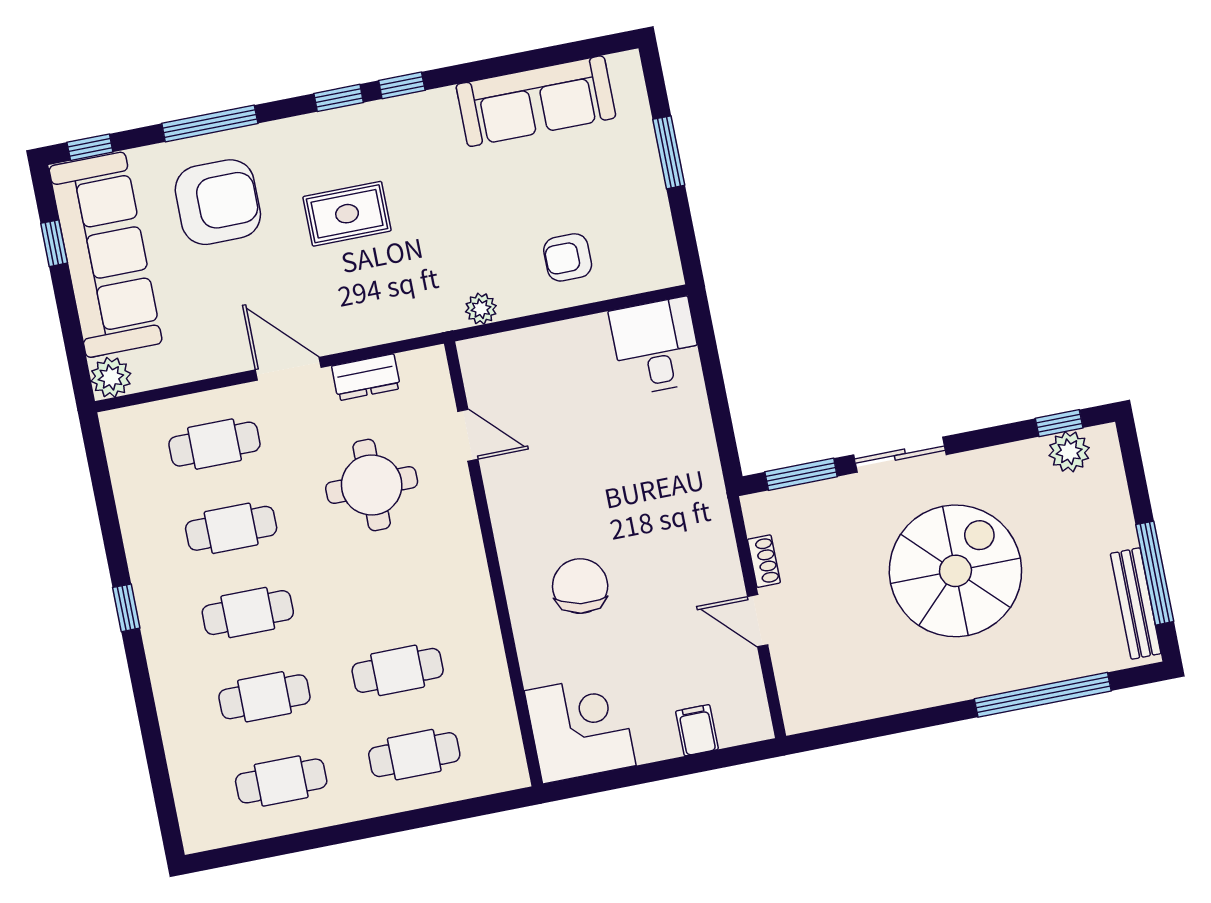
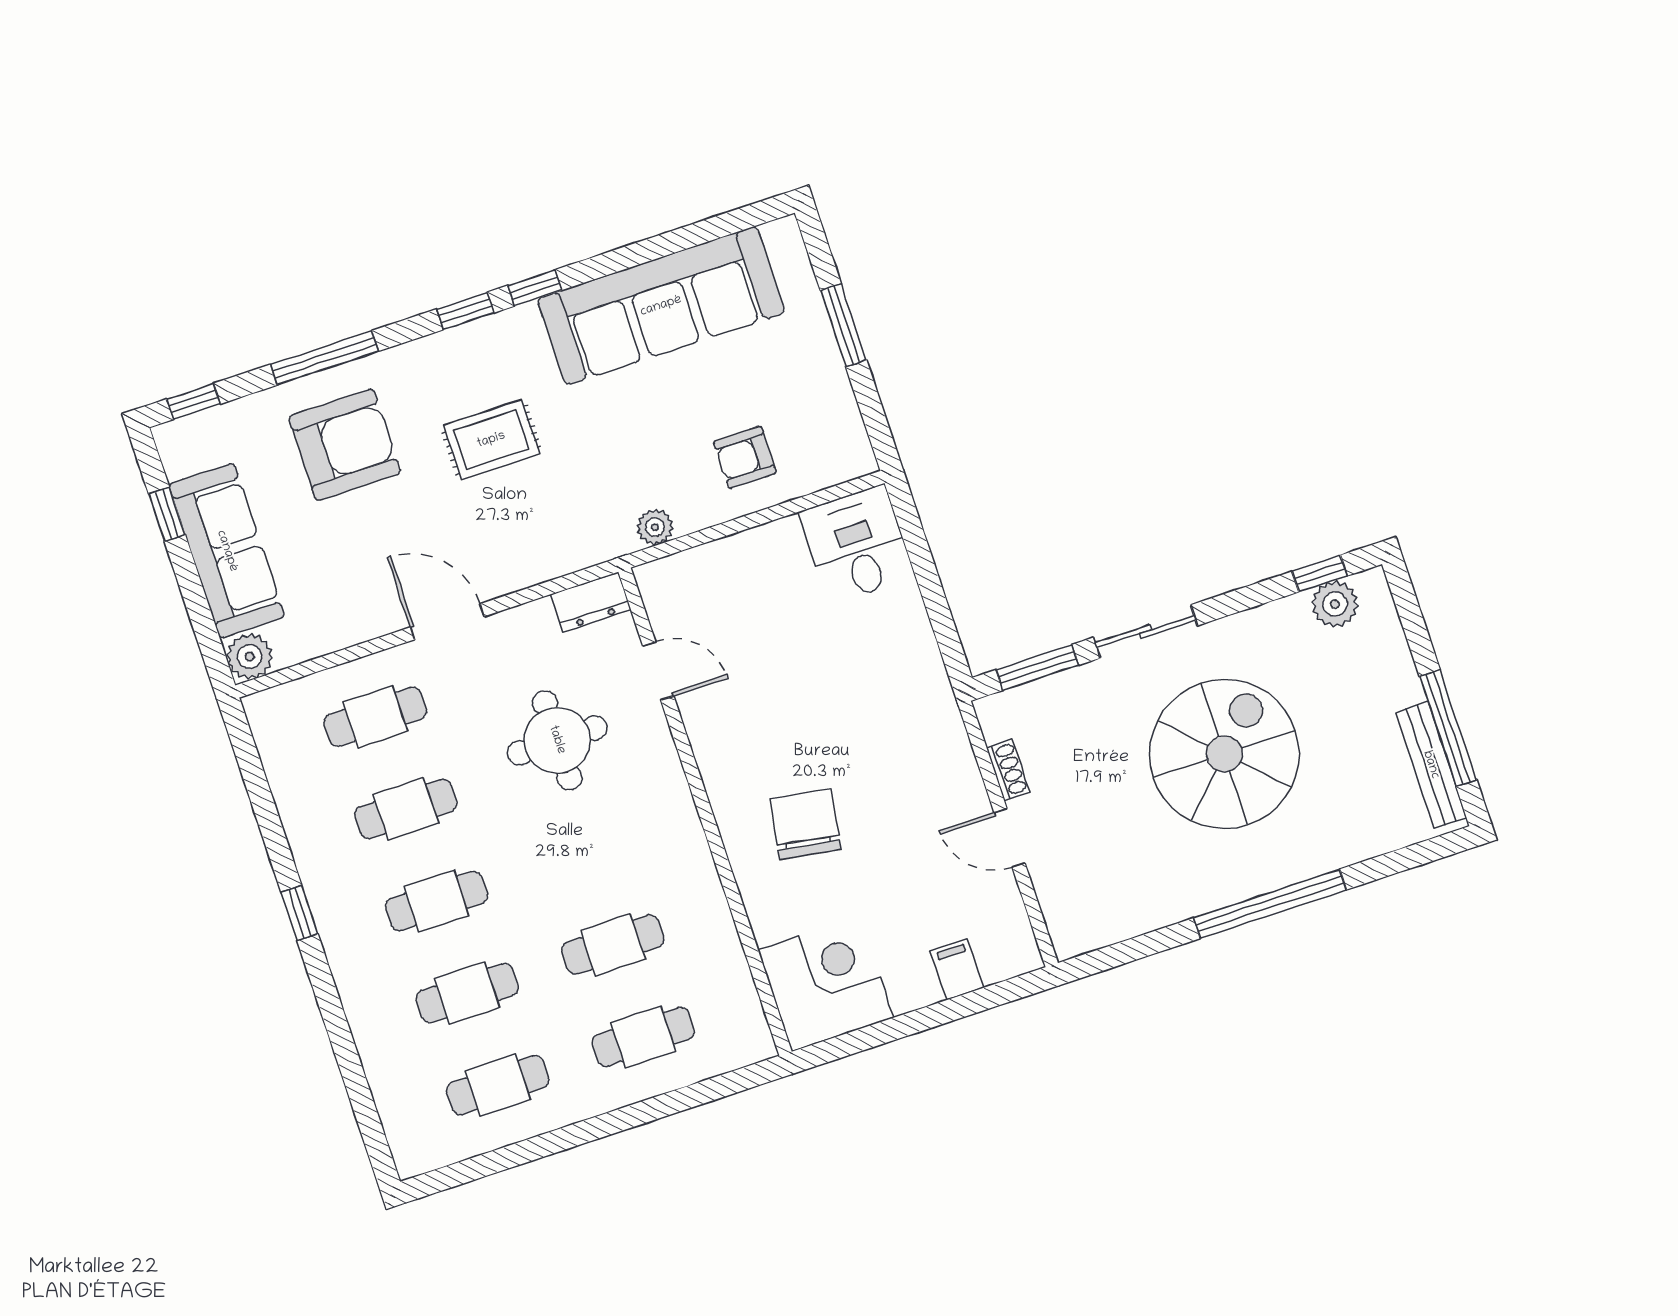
sofa: (536, 101) -> (661, 306), width x1.36, depth x1.27
sofa: (106, 255) -> (227, 551), width x0.74, depth x0.79
dresser: (366, 377) -> (591, 602), moved
window: (1043, 695) -> (1270, 904), moved

